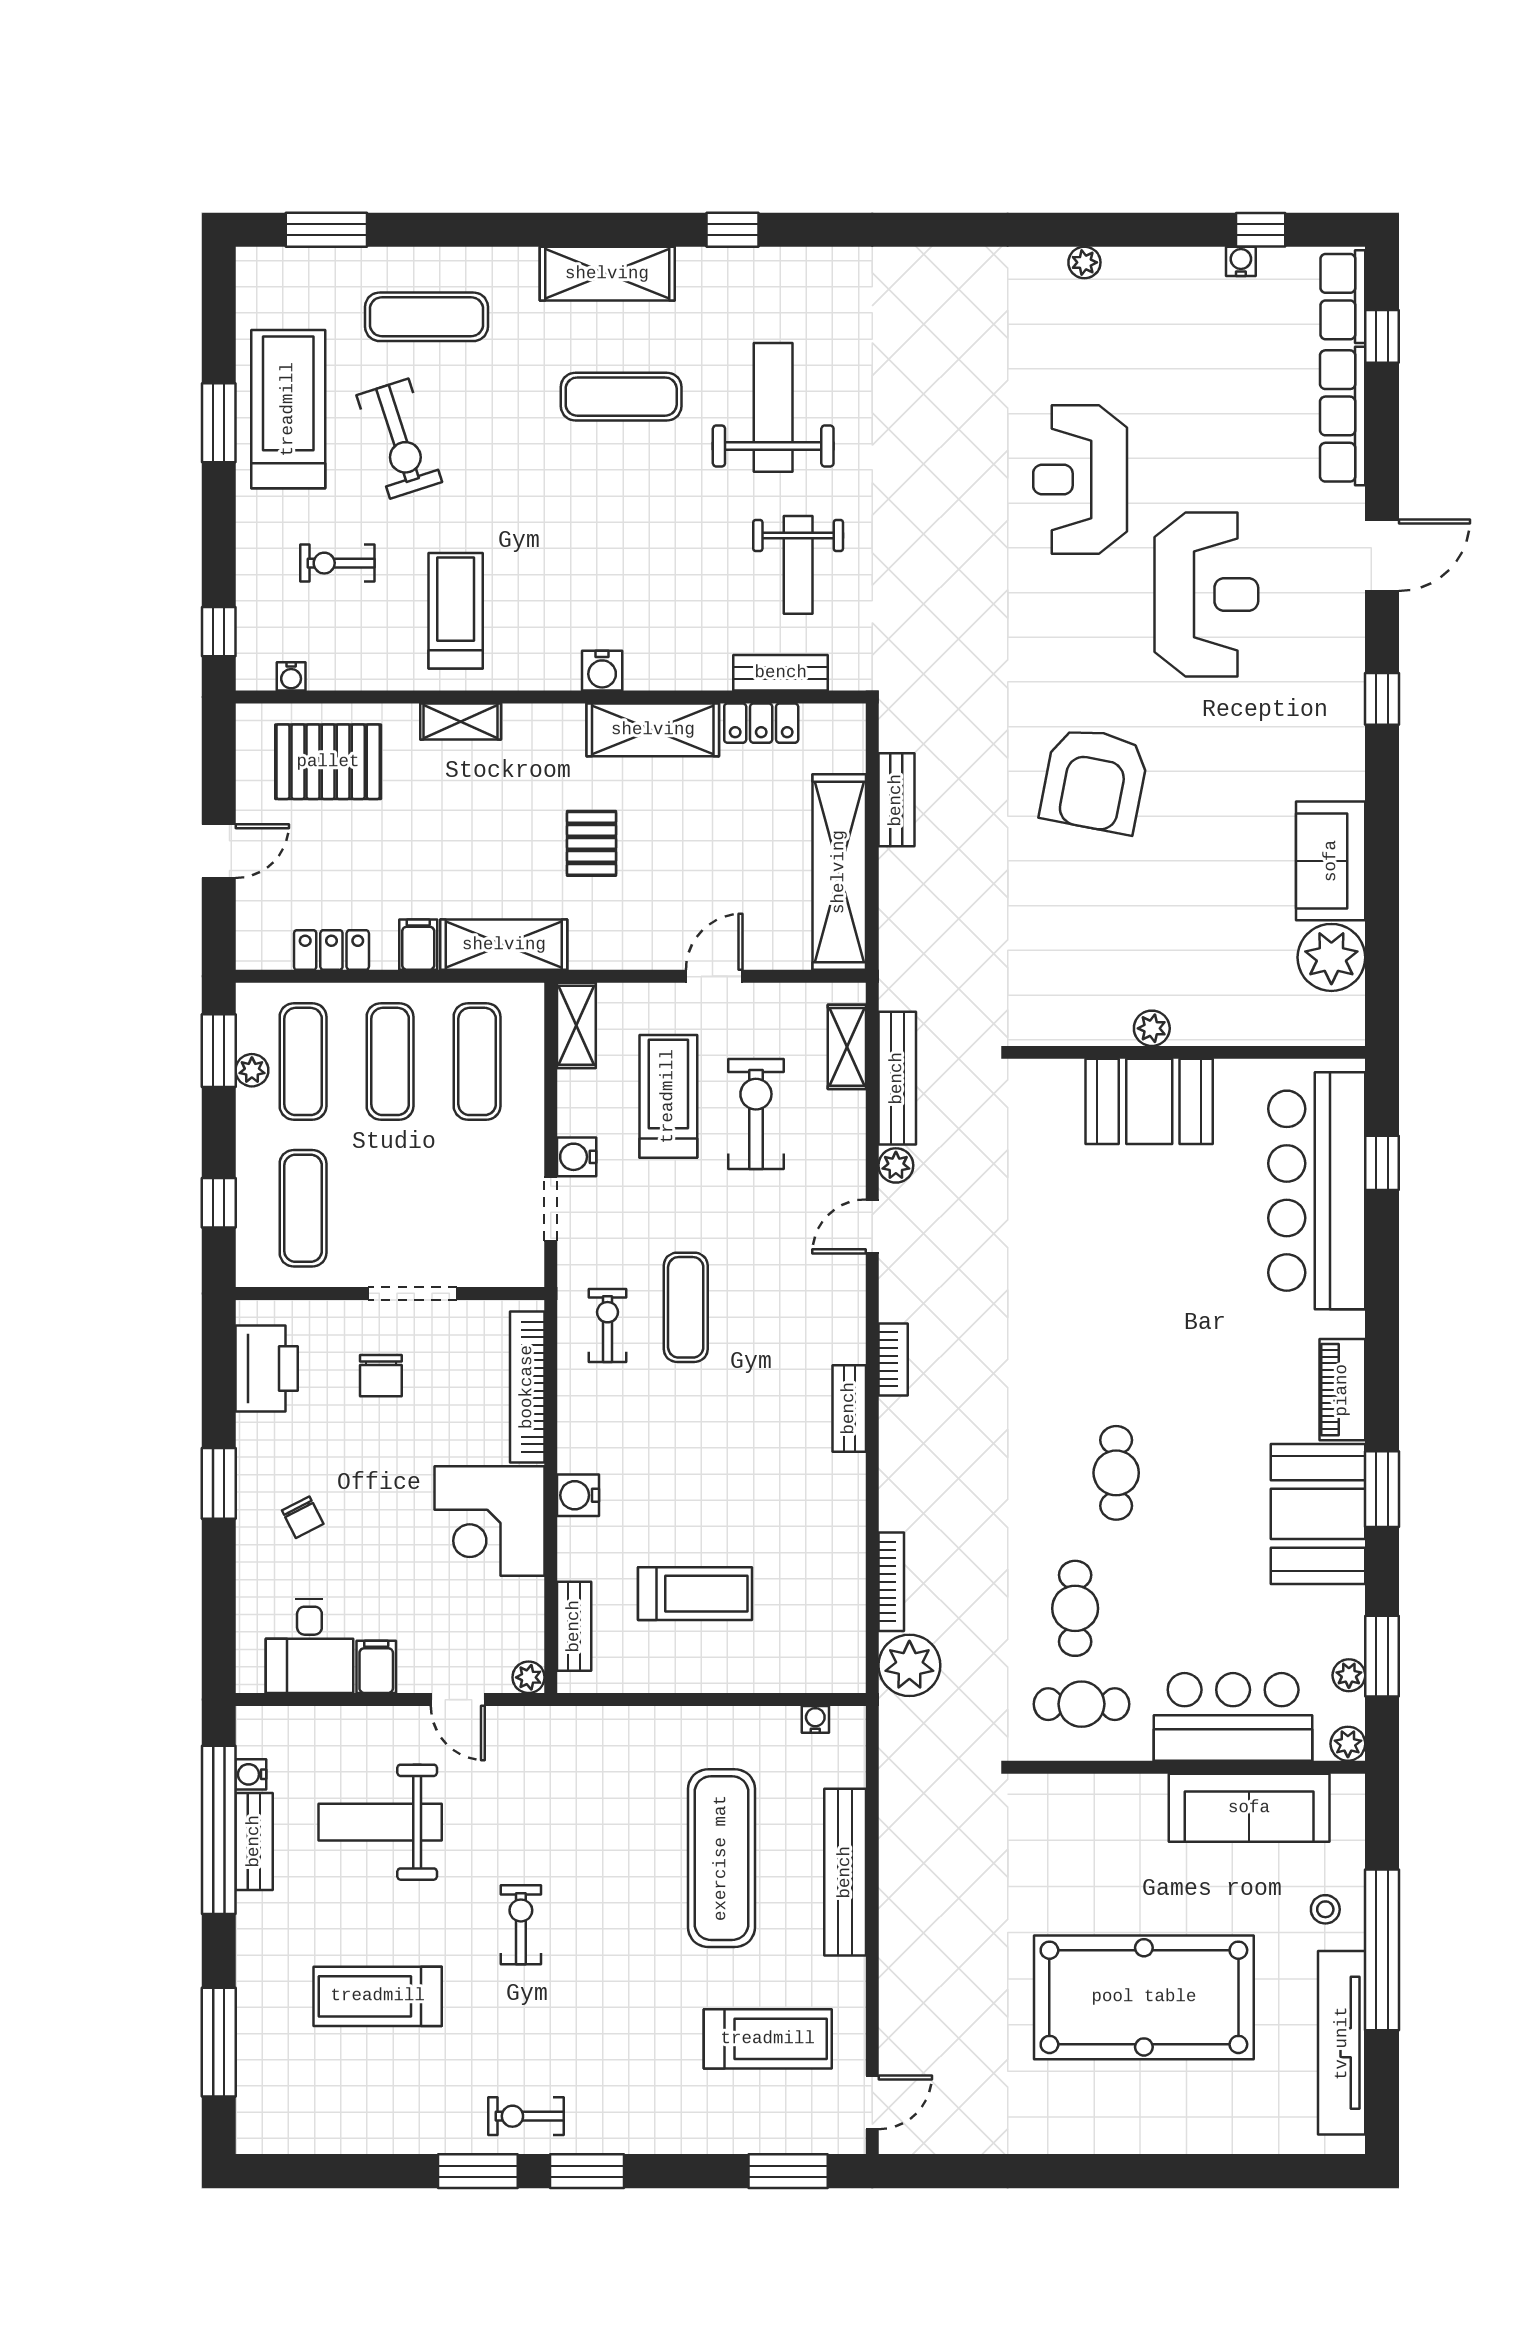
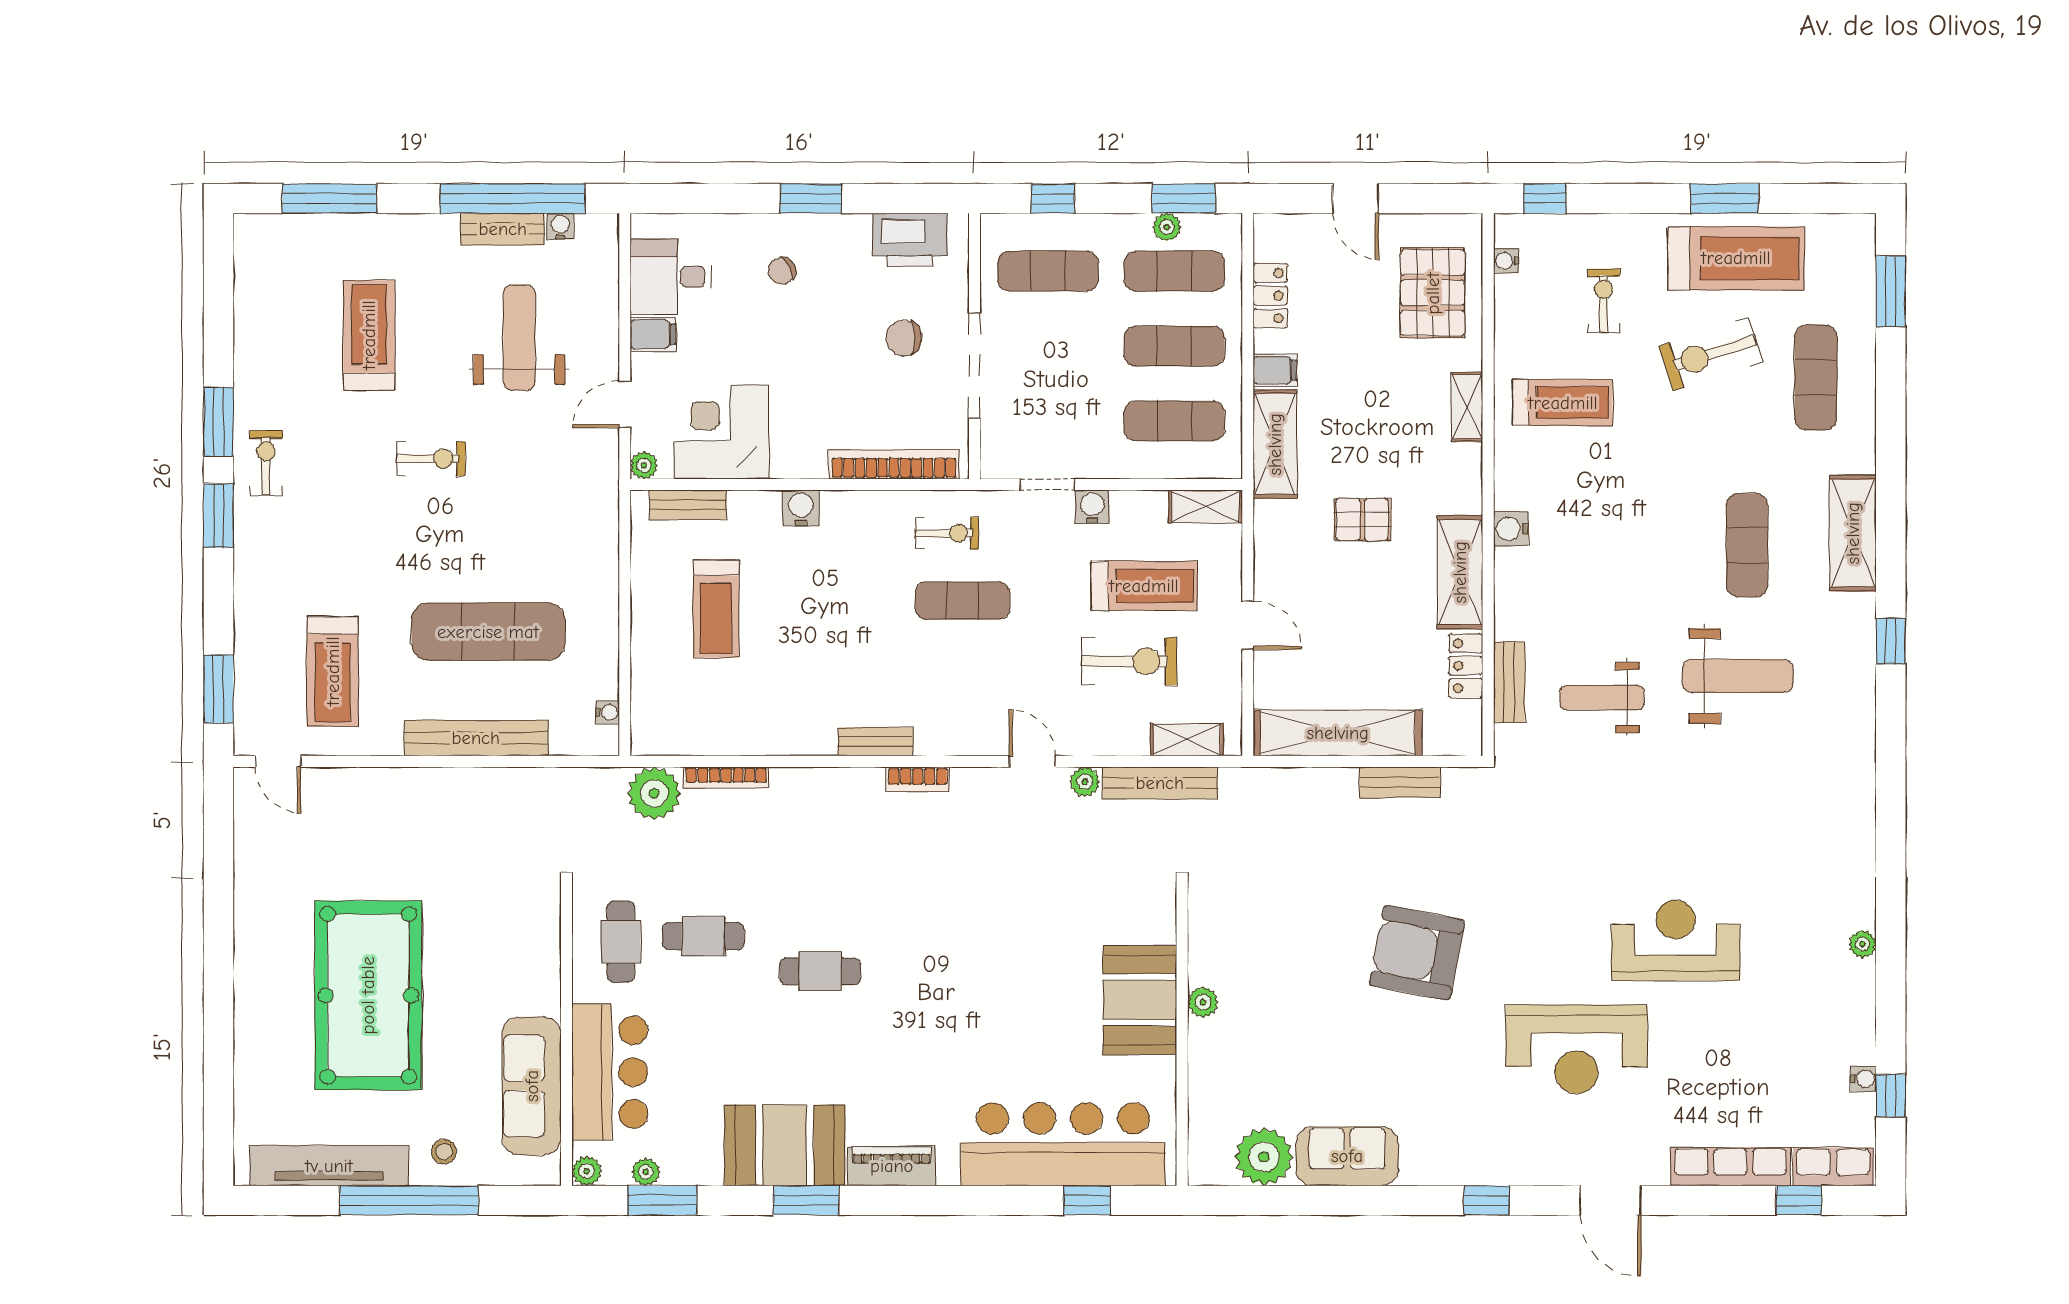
doorway: (413, 1293) -> (975, 366), width x1.36
corner desk: (490, 1521) -> (721, 432), moved

